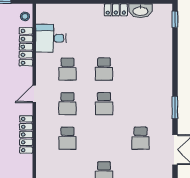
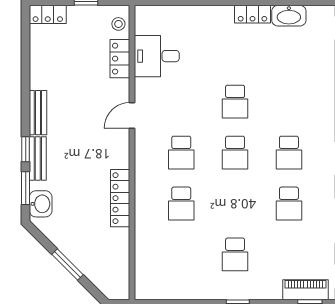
locker: (26, 47) -> (120, 59), width x0.66
school desk: (68, 69) -> (289, 153), moved
door: (34, 94) -> (132, 116), moved

